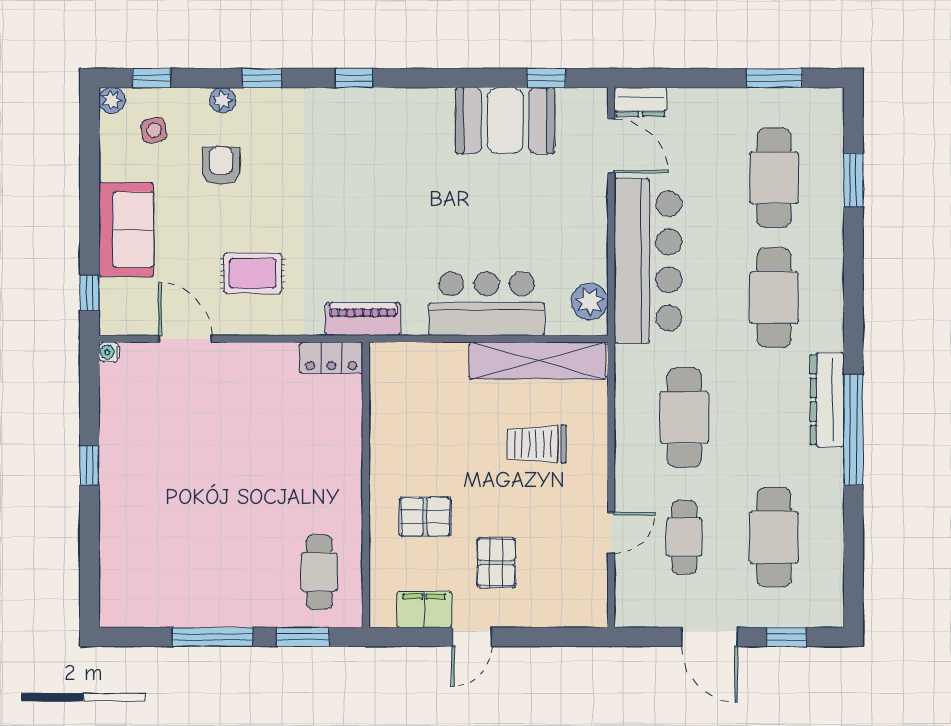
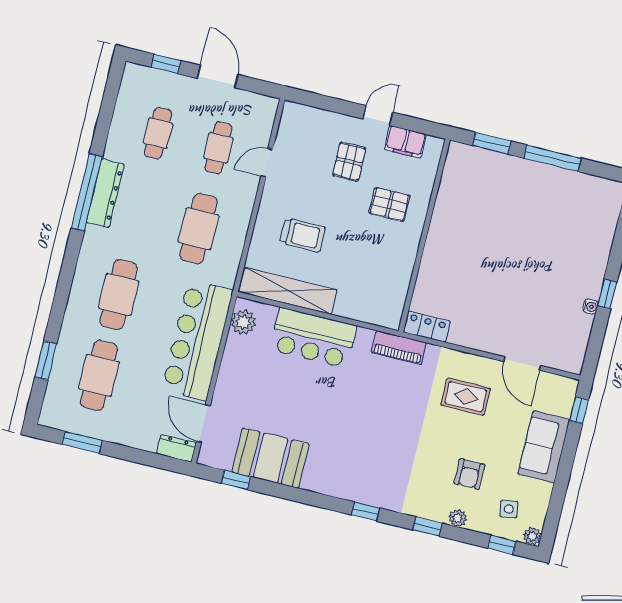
water cooler: (109, 352) -> (590, 307), moved
dresser: (827, 400) -> (105, 193), moved
cafe table: (774, 537) -> (158, 133), width x0.73, depth x0.74
cafe table: (319, 572) -> (470, 184), removed

